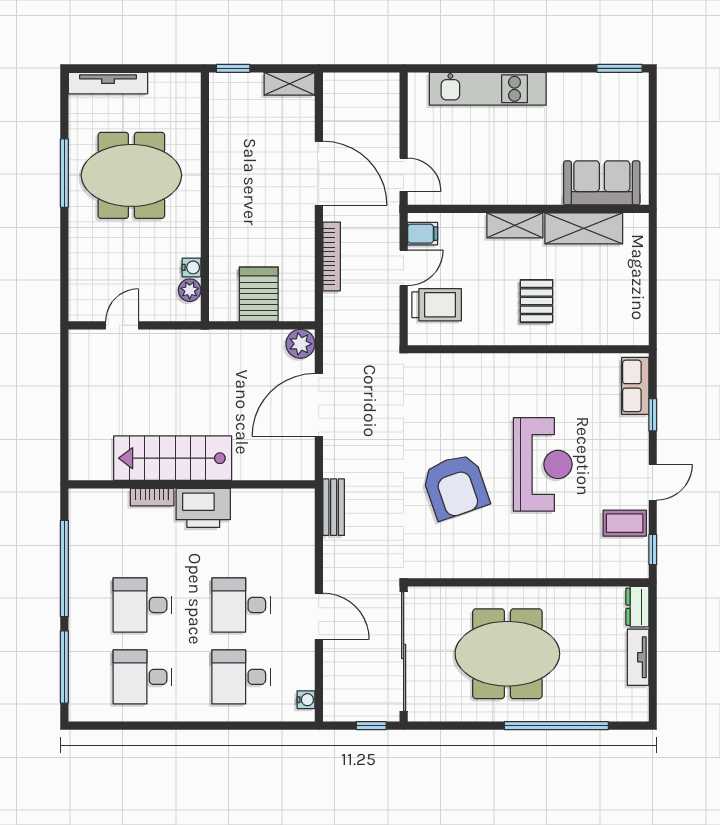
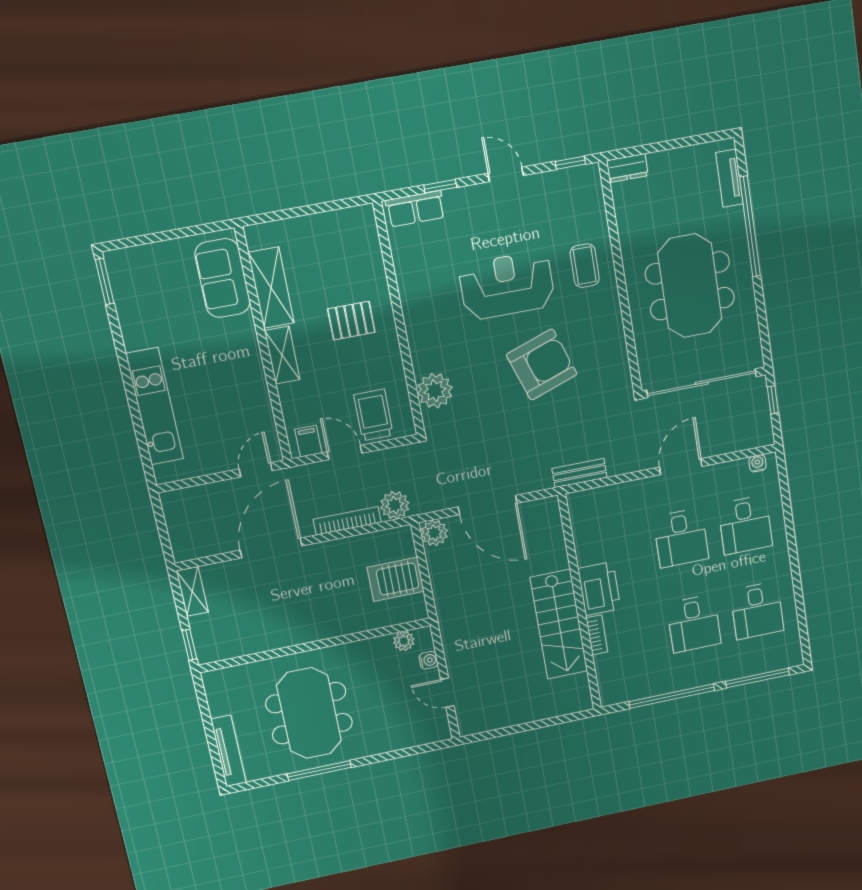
water cooler: (192, 267) -> (428, 660), moved, turned 90
plant: (338, 308) -> (395, 505), added
plant: (450, 372) -> (435, 391), added
coffee table: (625, 523) -> (585, 266), moved
tv unit: (638, 657) -> (730, 178), moved, turned 90

